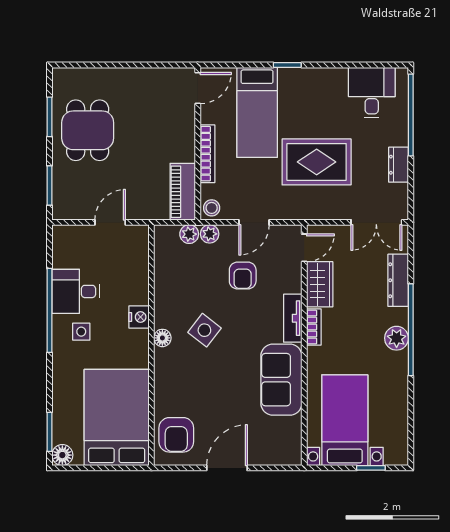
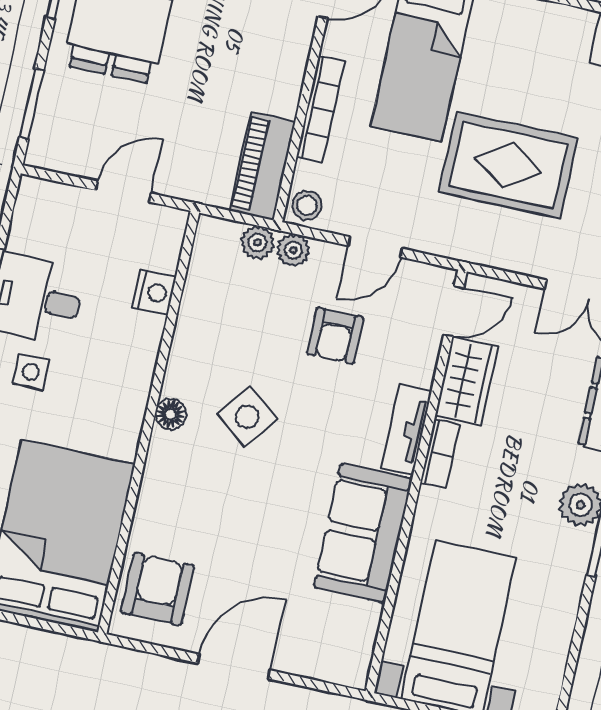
nightstand: (139, 317) -> (154, 292), moved
armchair: (176, 435) -> (158, 589), turned 180

